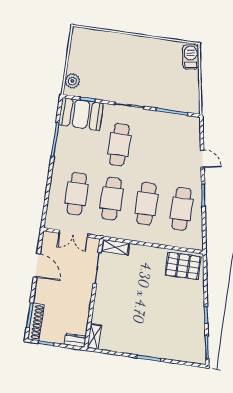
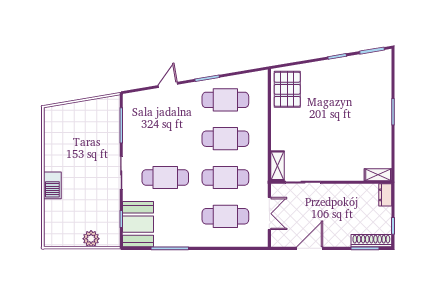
barbecue: (191, 57) -> (52, 185), moved, turned -80
plant: (72, 81) -> (91, 239), moved

